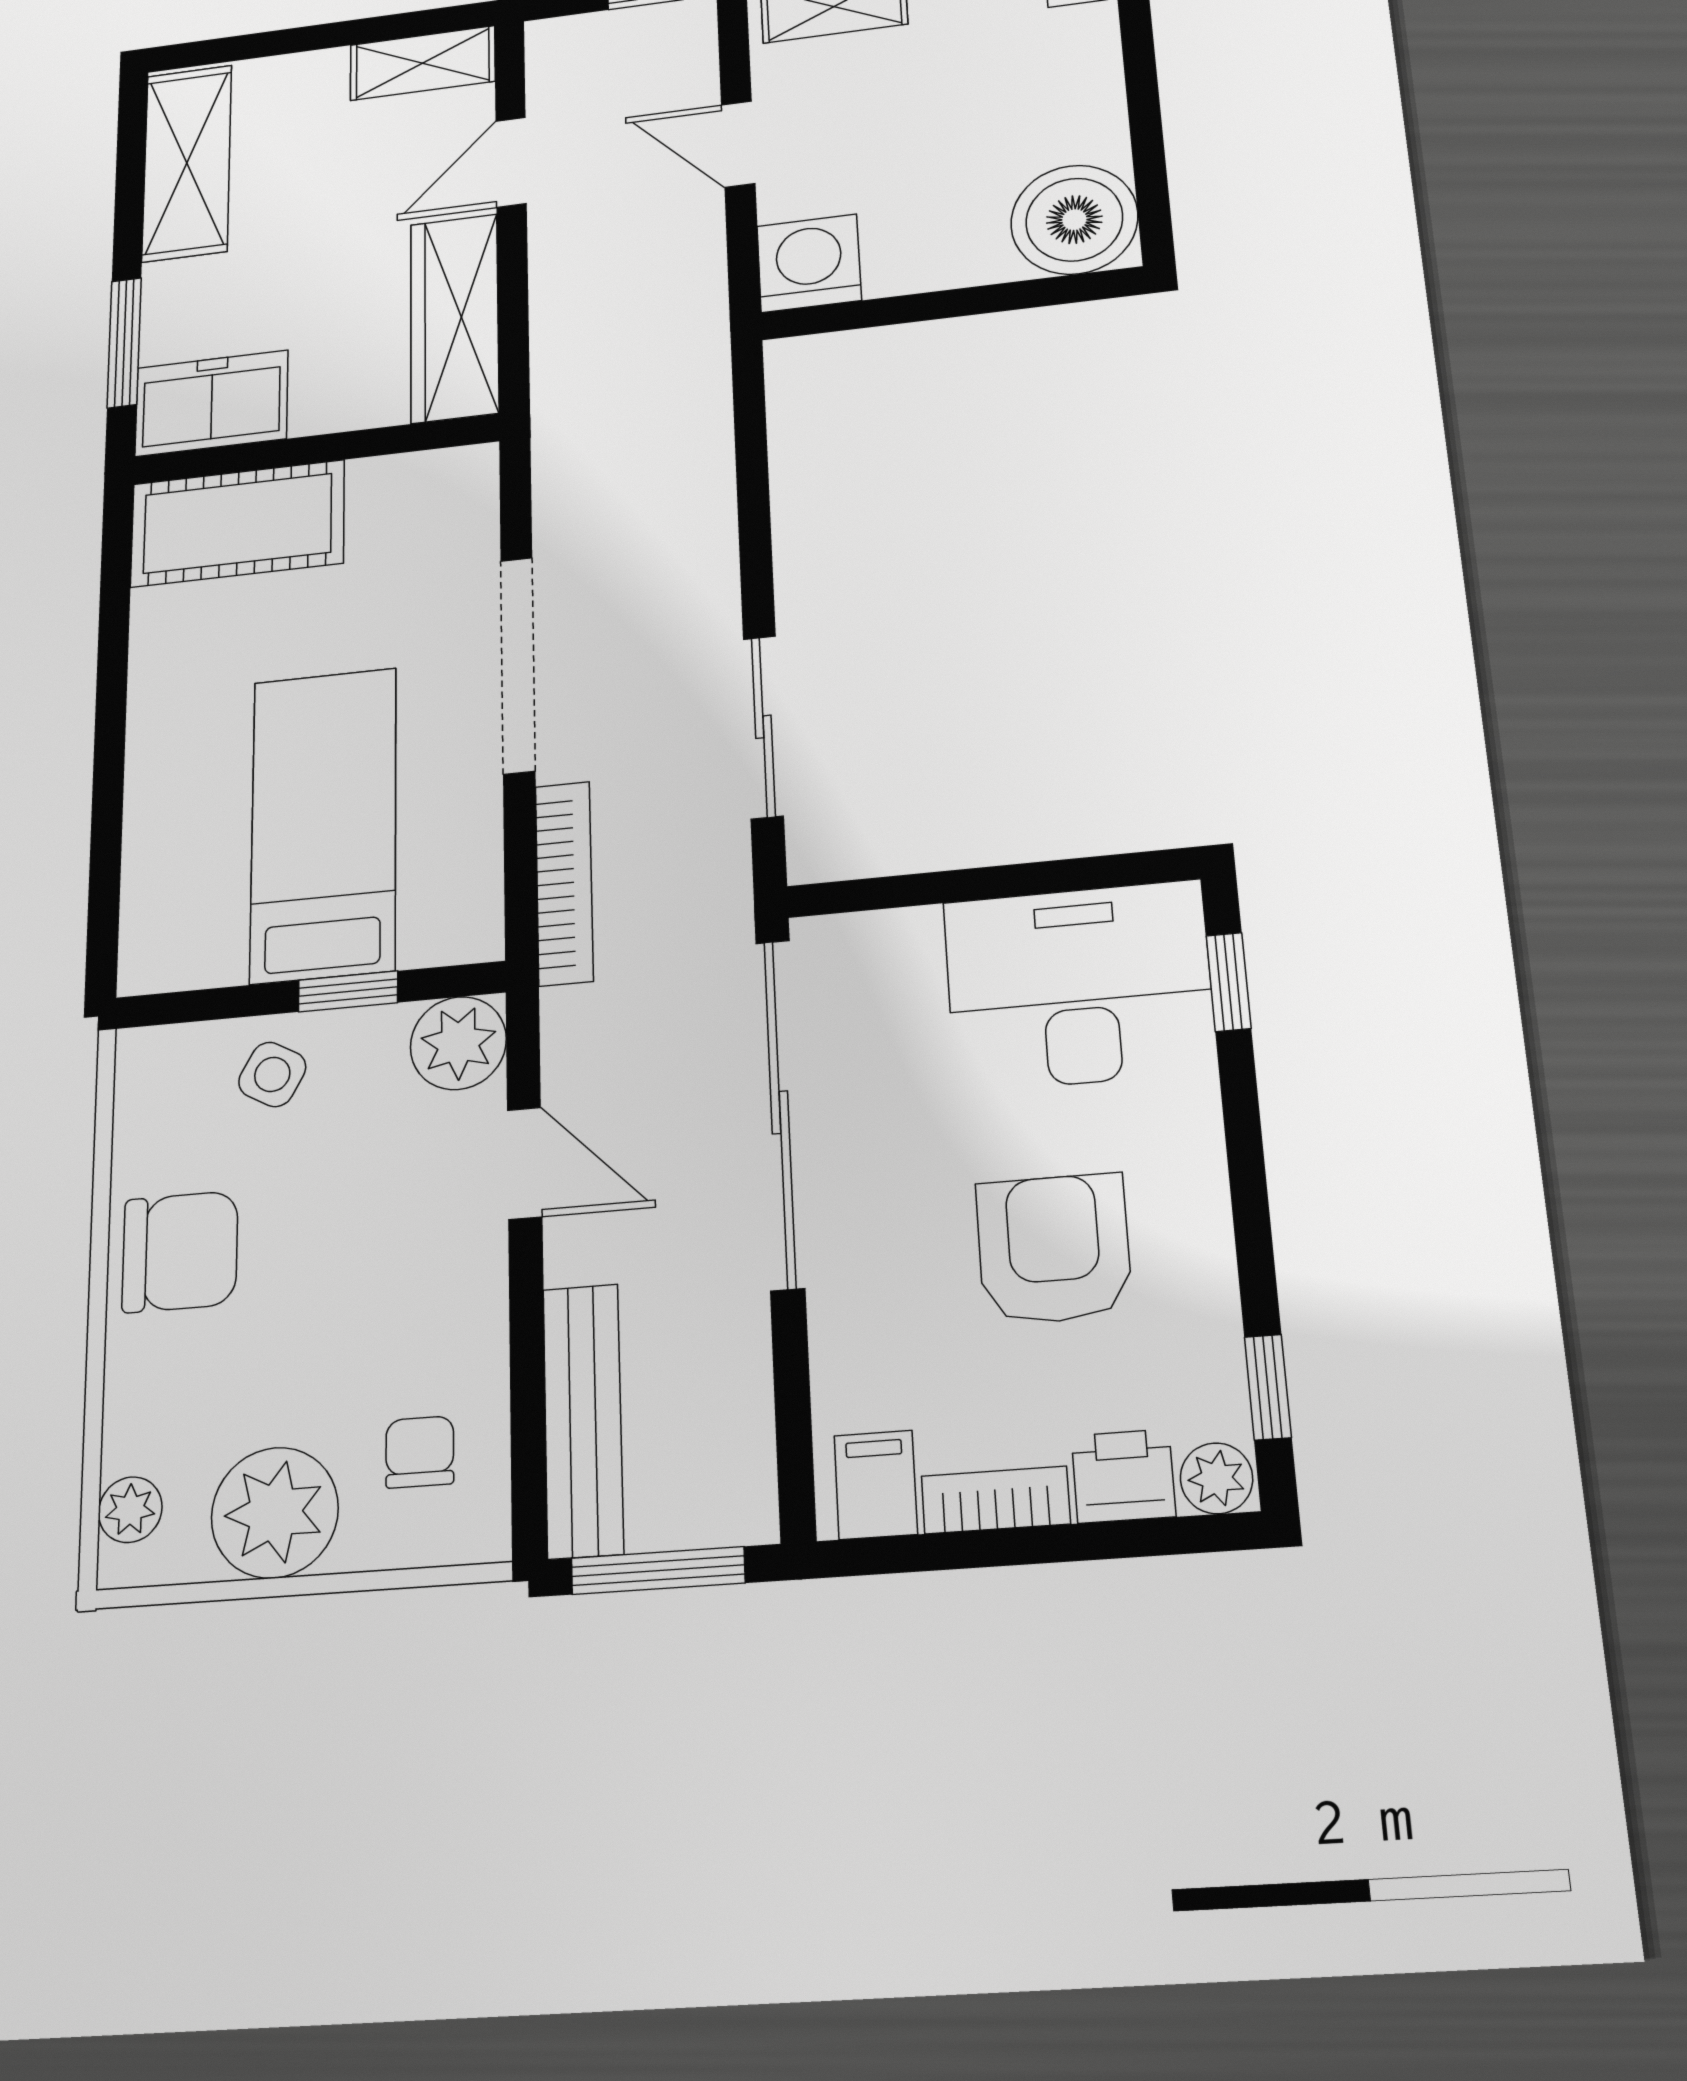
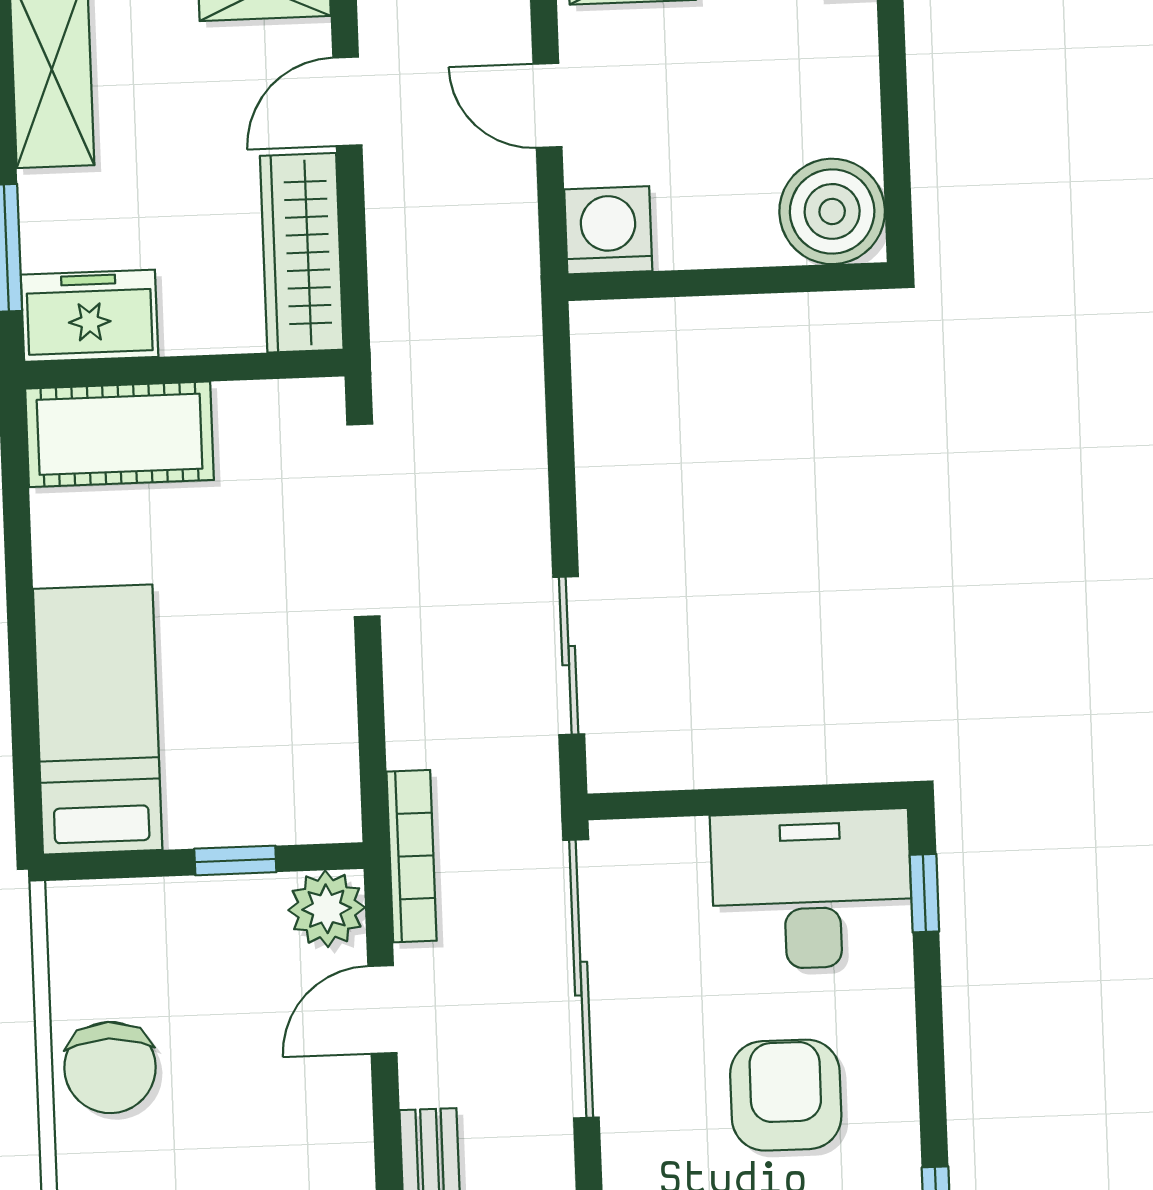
doorway: (518, 665) -> (363, 520), moved
bed: (324, 824) -> (98, 719), moved
bookcase: (564, 883) -> (412, 856), moved
side table: (272, 1074) -> (177, 927), removed
door: (525, 1163) -> (382, 1009), swing flipped
chair: (180, 1252) -> (110, 1068), turned 90

